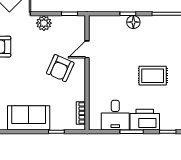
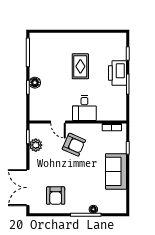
plant: (44, 23) -> (36, 145), moved
desk: (115, 115) -> (84, 108), moved, turned 90

